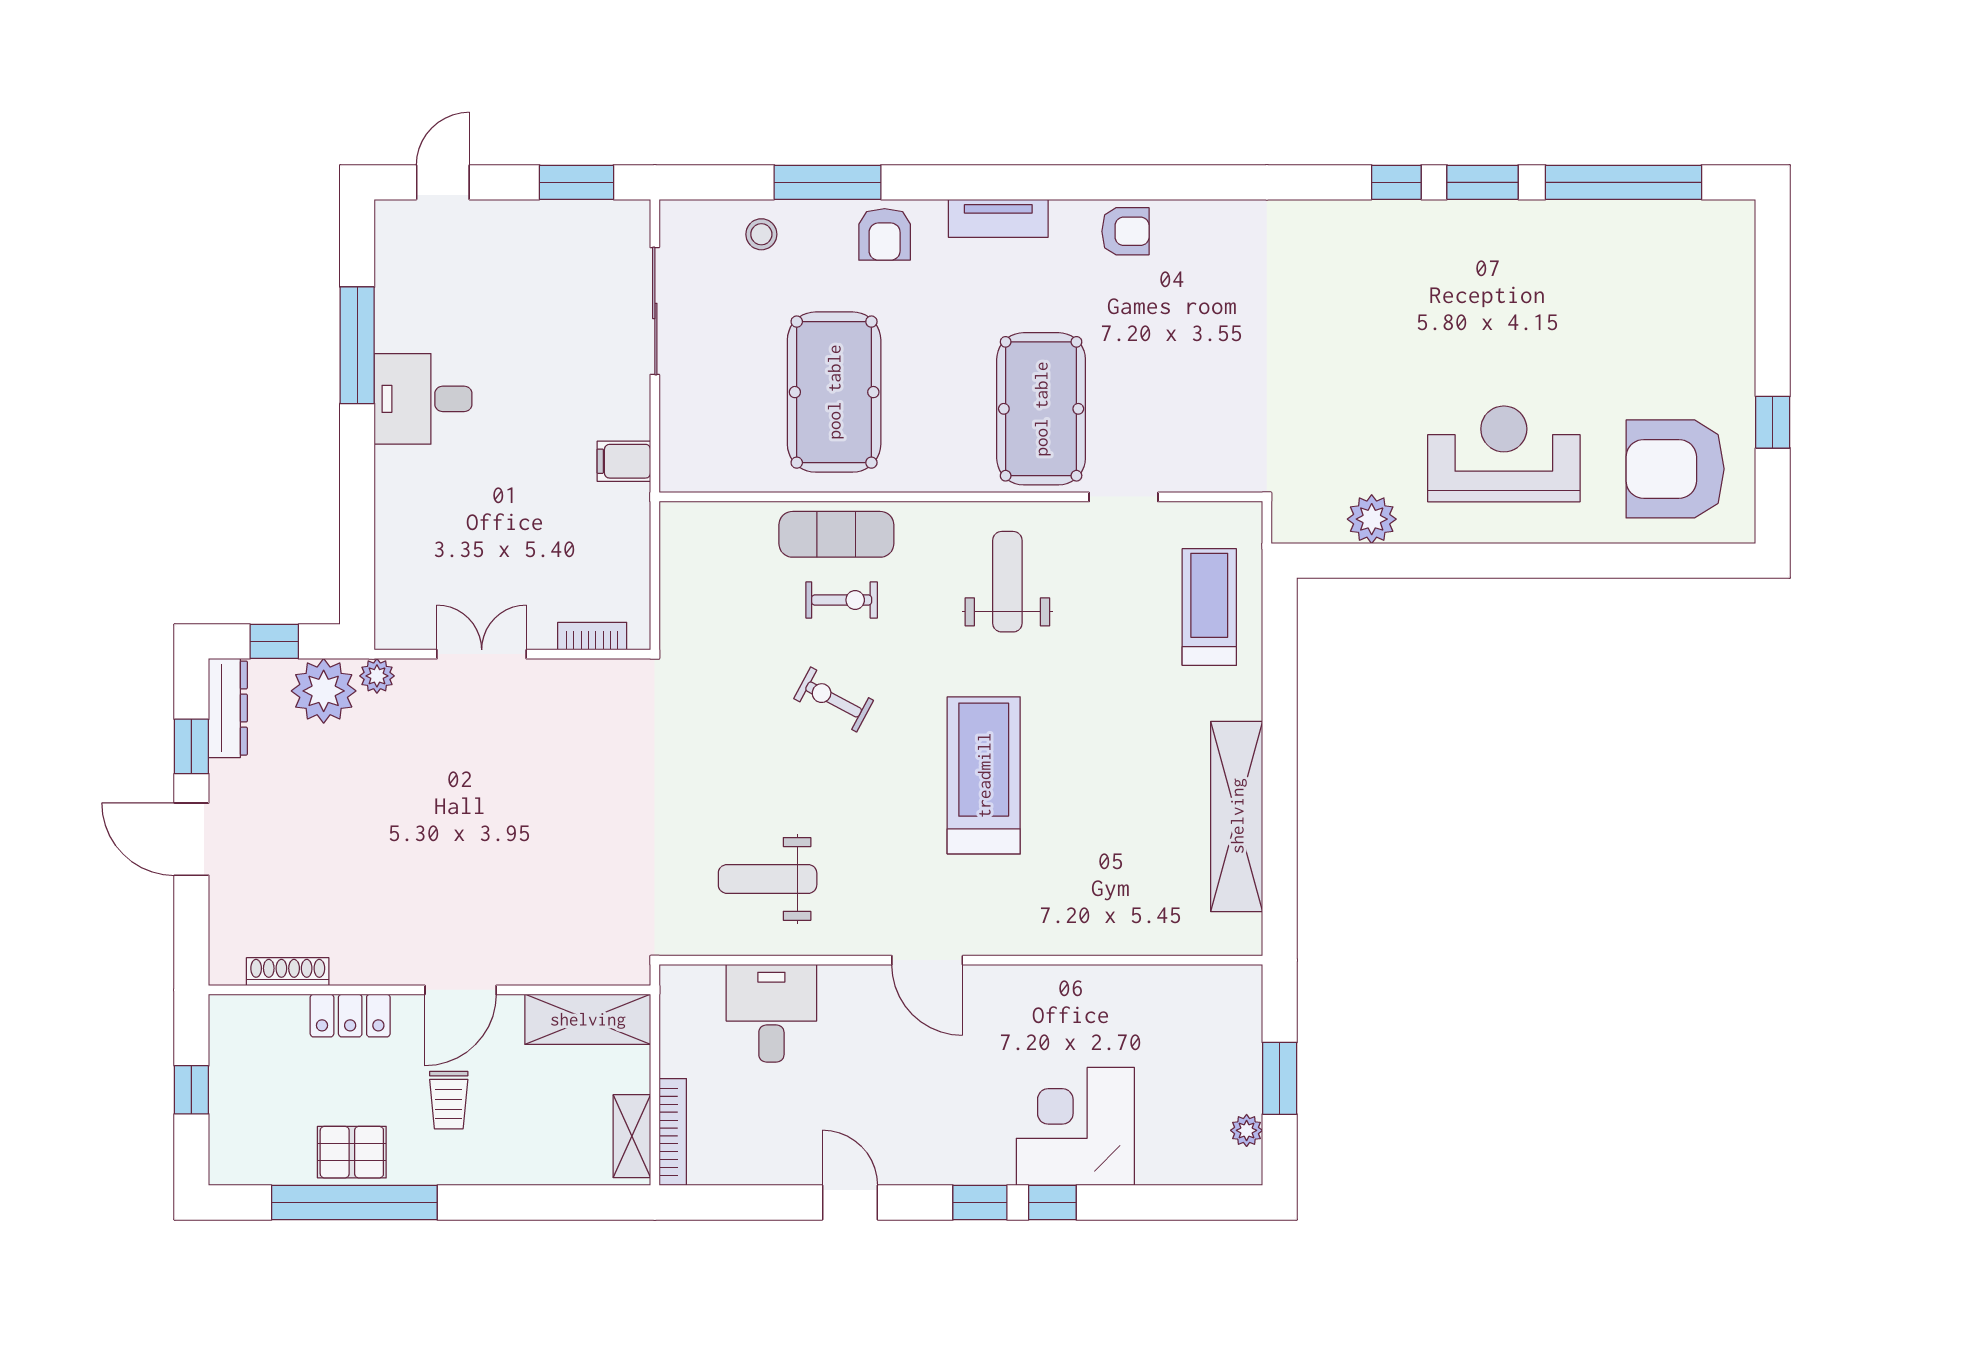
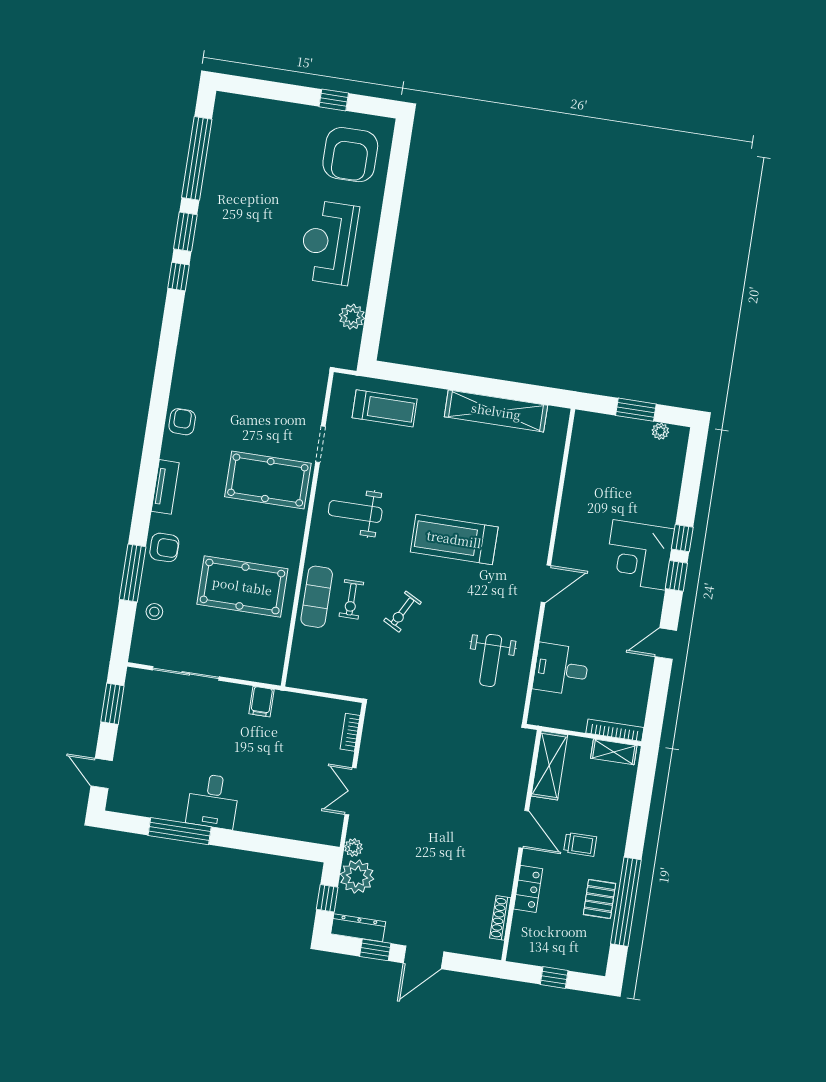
exercise bike: (842, 600) -> (351, 599), turned 180
treadmill: (1209, 607) -> (385, 408), turned 180
corner desk: (1075, 1126) -> (639, 555), moved

